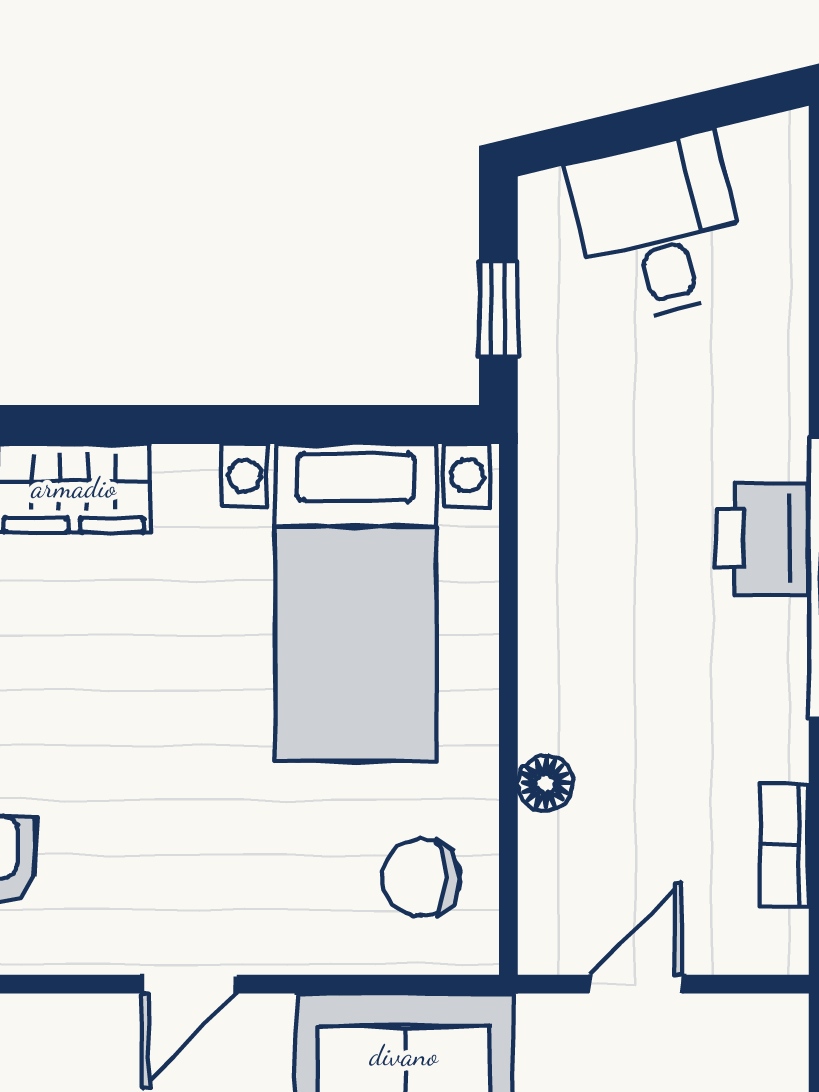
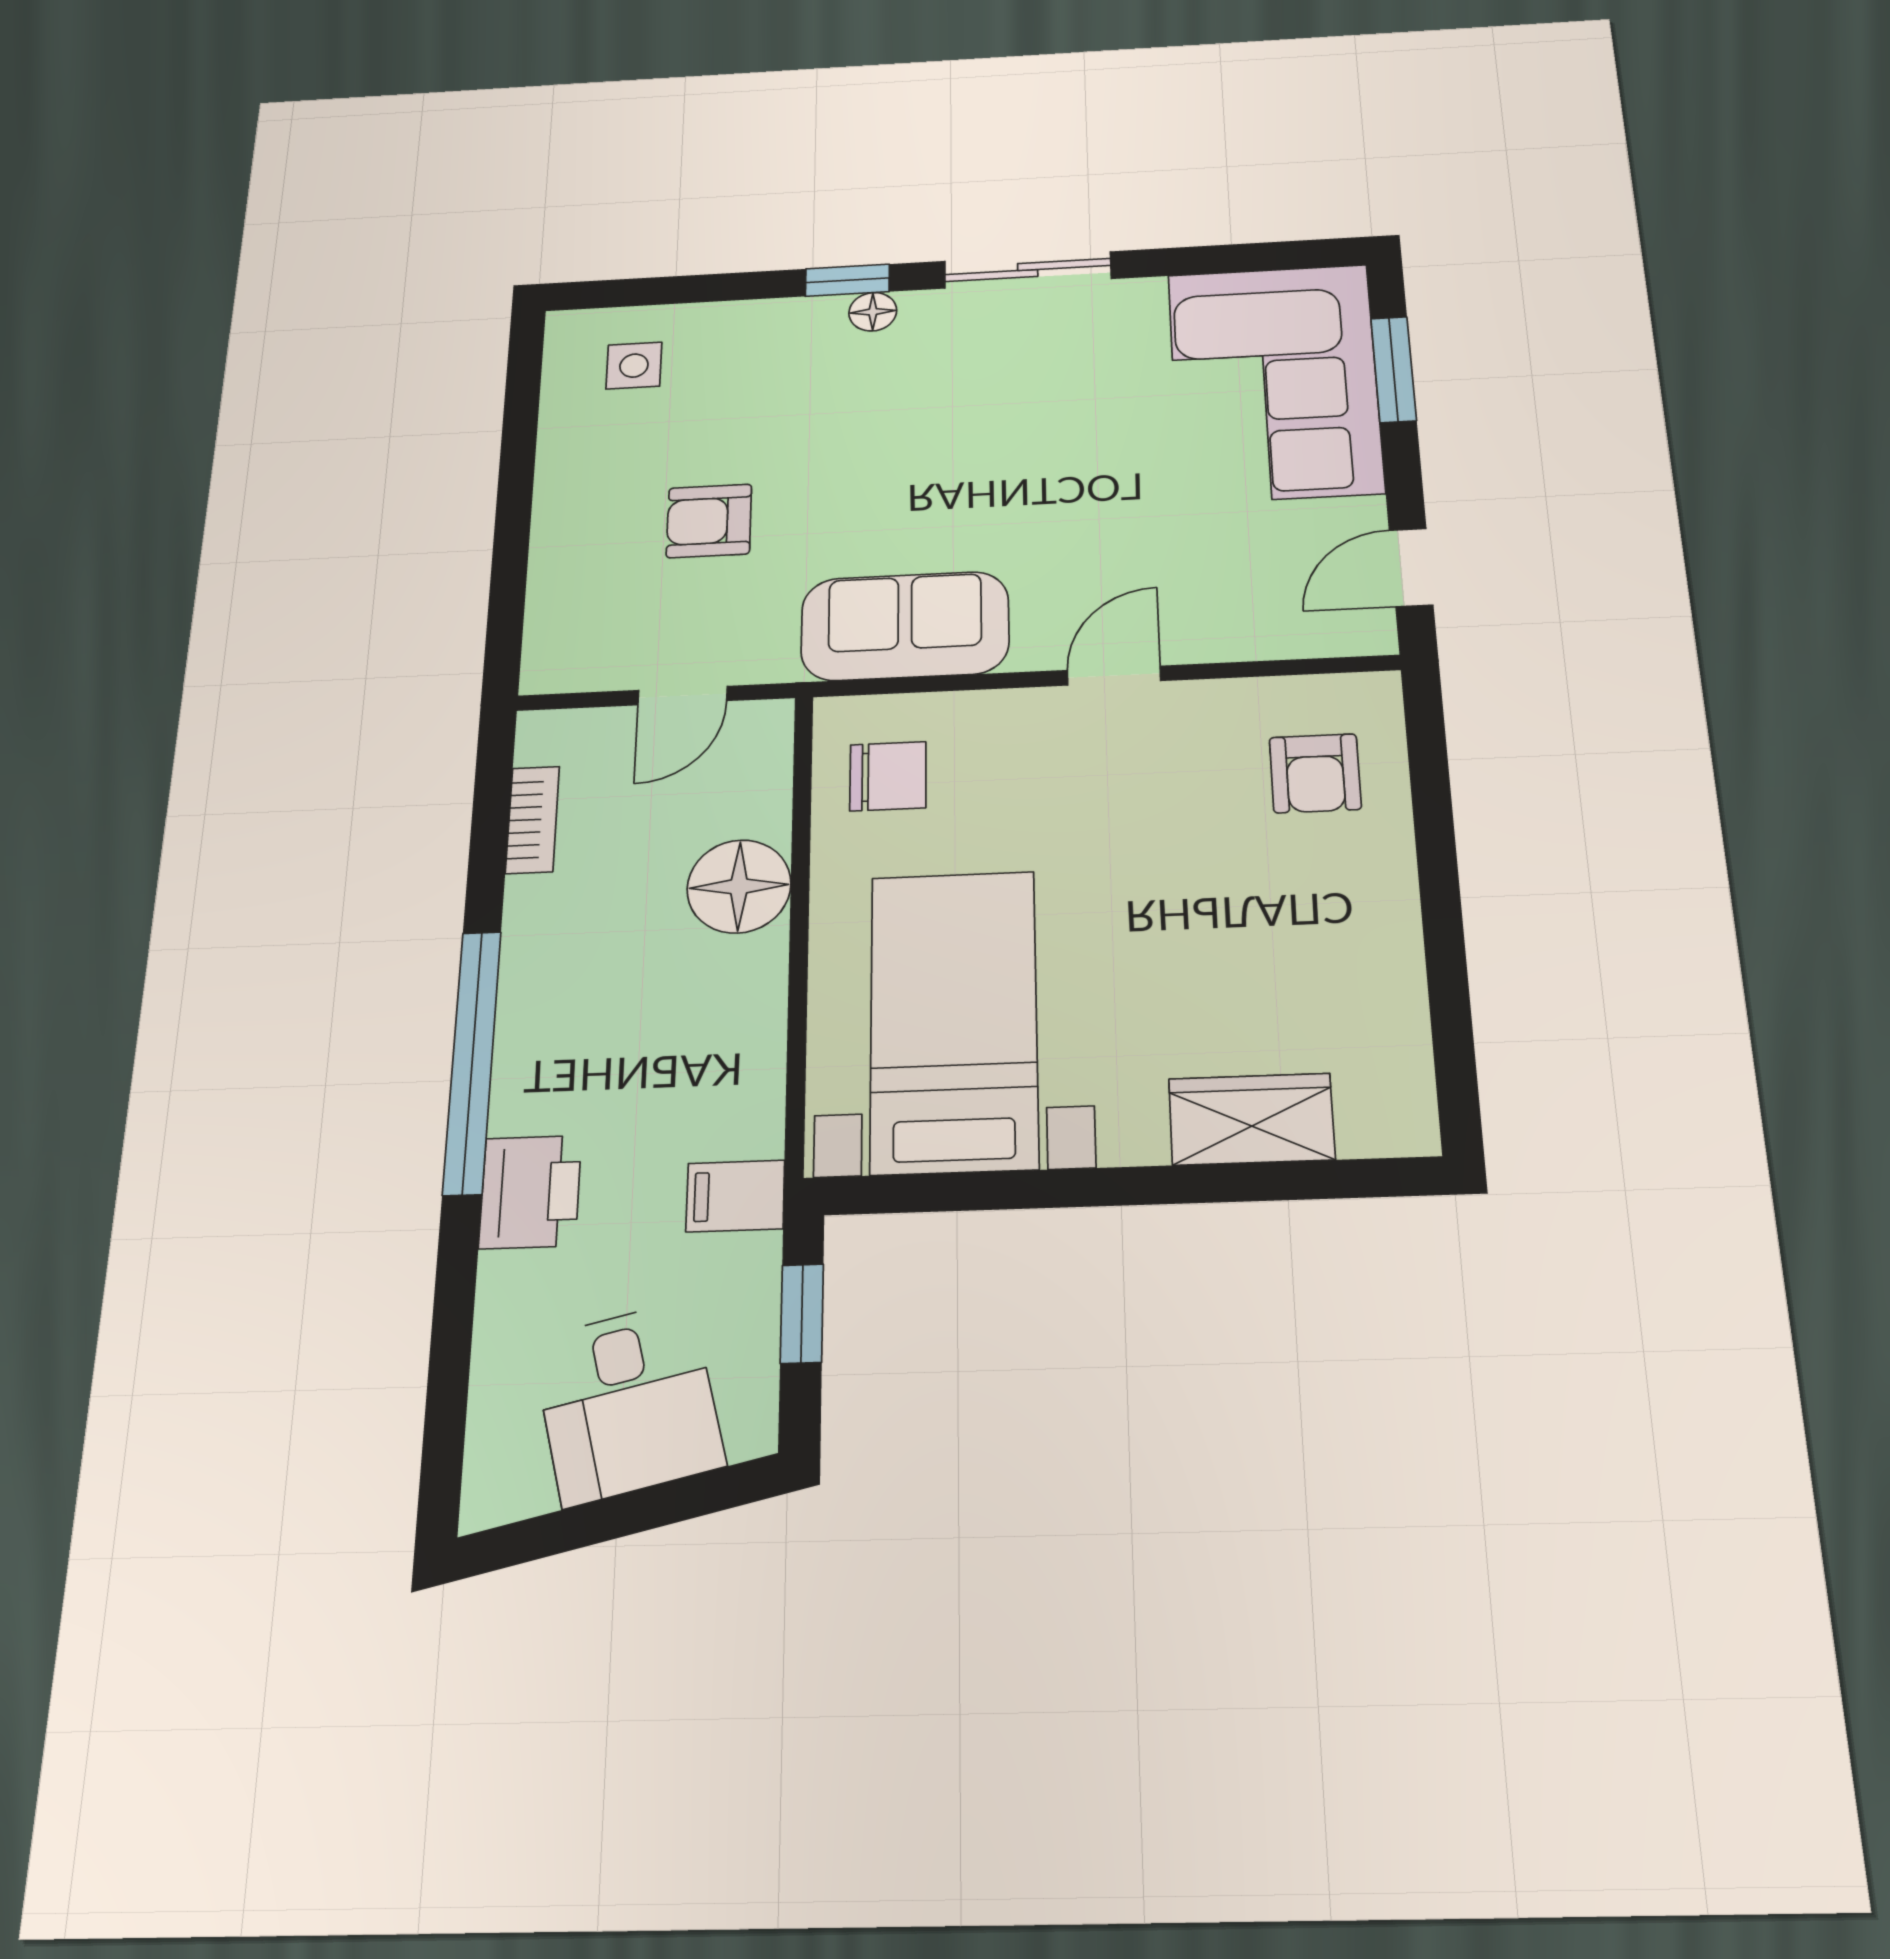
filing cabinet: (564, 428) -> (735, 1196), added
printer: (762, 539) -> (530, 1192), moved
floor lamp: (545, 783) -> (739, 886), width x1.89, depth x1.89

